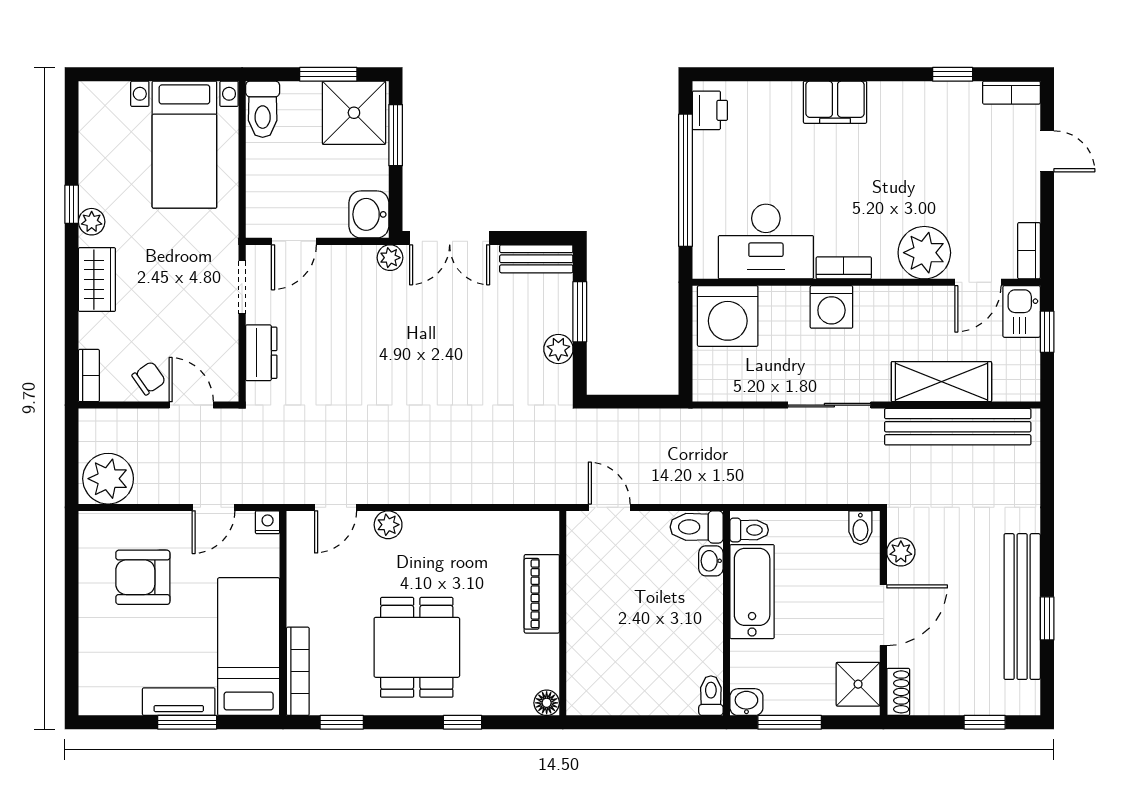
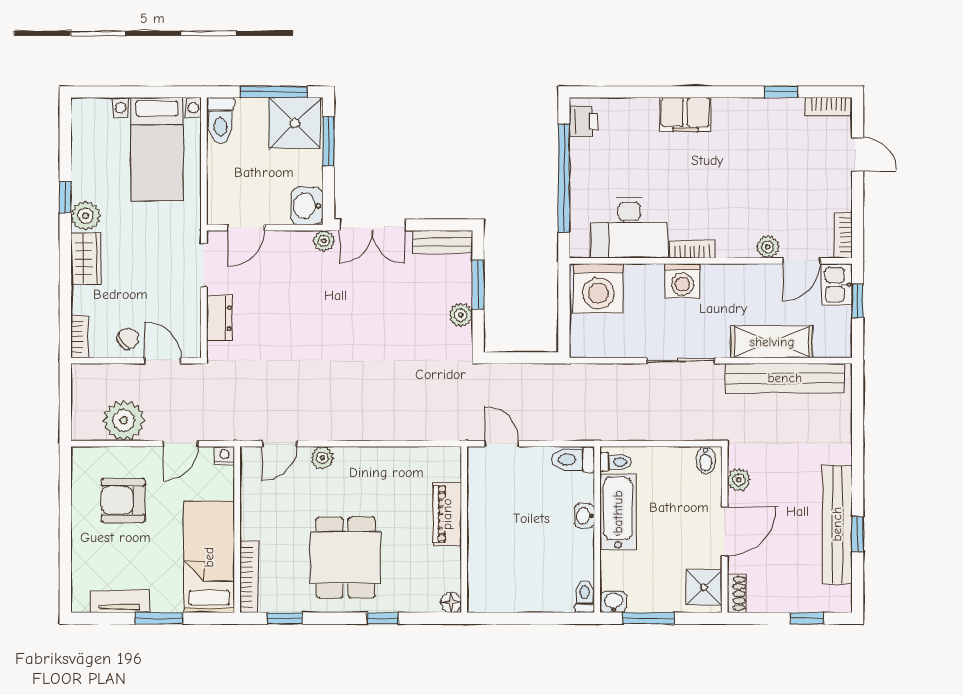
window: (328, 74) -> (274, 92), width x1.44
plant: (92, 222) -> (86, 216), width x1.38, depth x1.38
plant: (924, 253) -> (768, 247), width x0.53, depth x0.53
plant: (108, 479) -> (124, 420), moved
washbasin: (711, 561) -> (585, 516), moved
tv unit: (179, 702) -> (120, 601), moved

